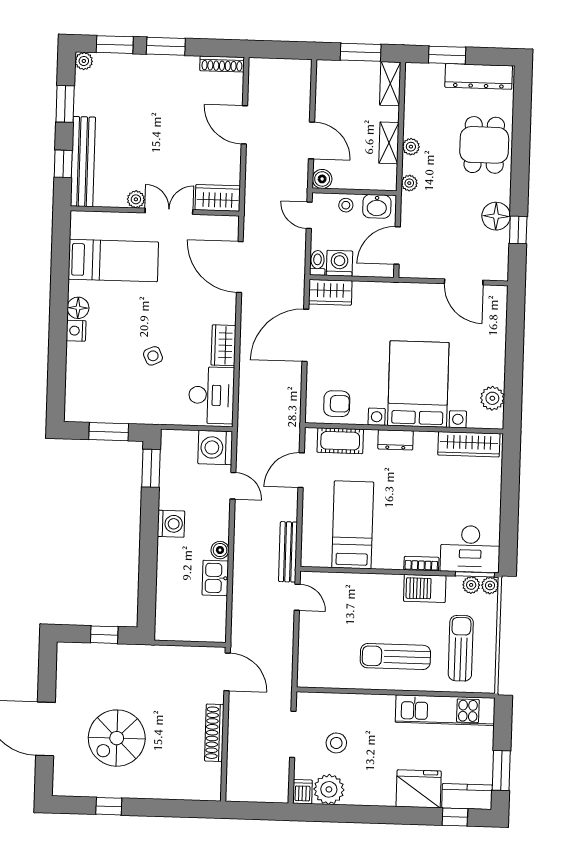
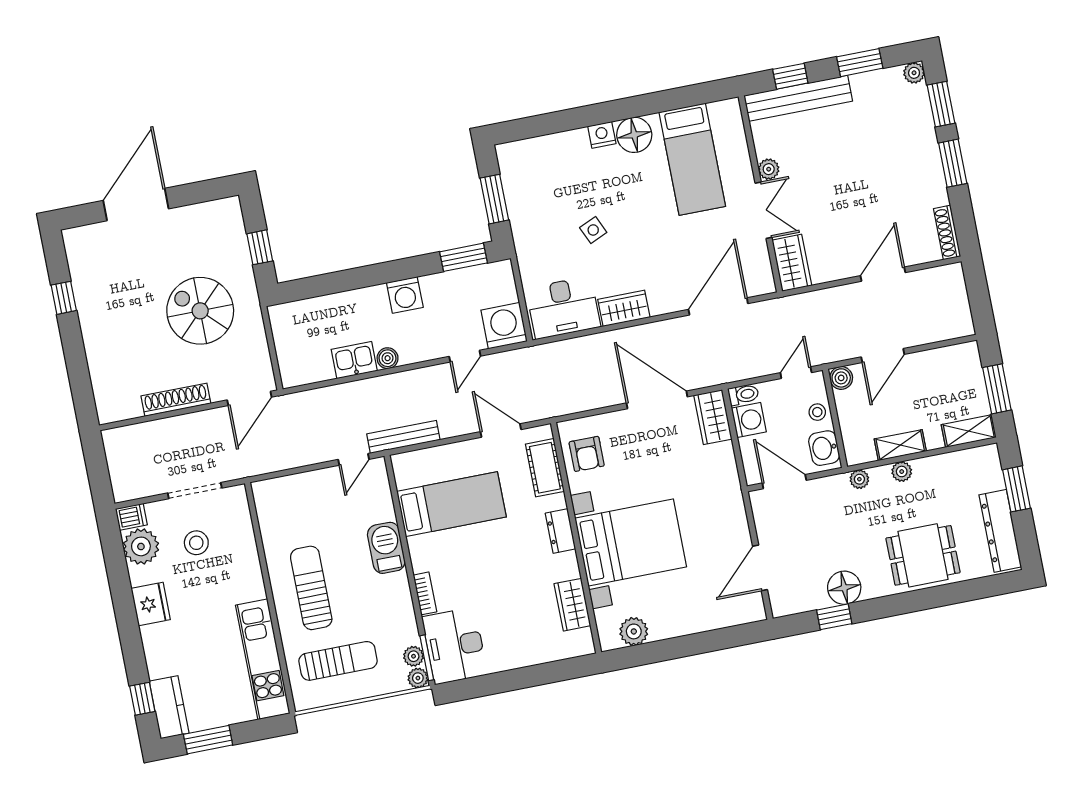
floor lamp: (78, 308) -> (634, 135), width x1.38, depth x1.38
wardrobe: (469, 444) -> (572, 605), width x0.67
barbecue: (425, 588) -> (386, 548), moved
spiral stairs: (117, 738) -> (200, 311), moved
fridge: (419, 789) -> (151, 604), moved, width x0.73, depth x0.75

